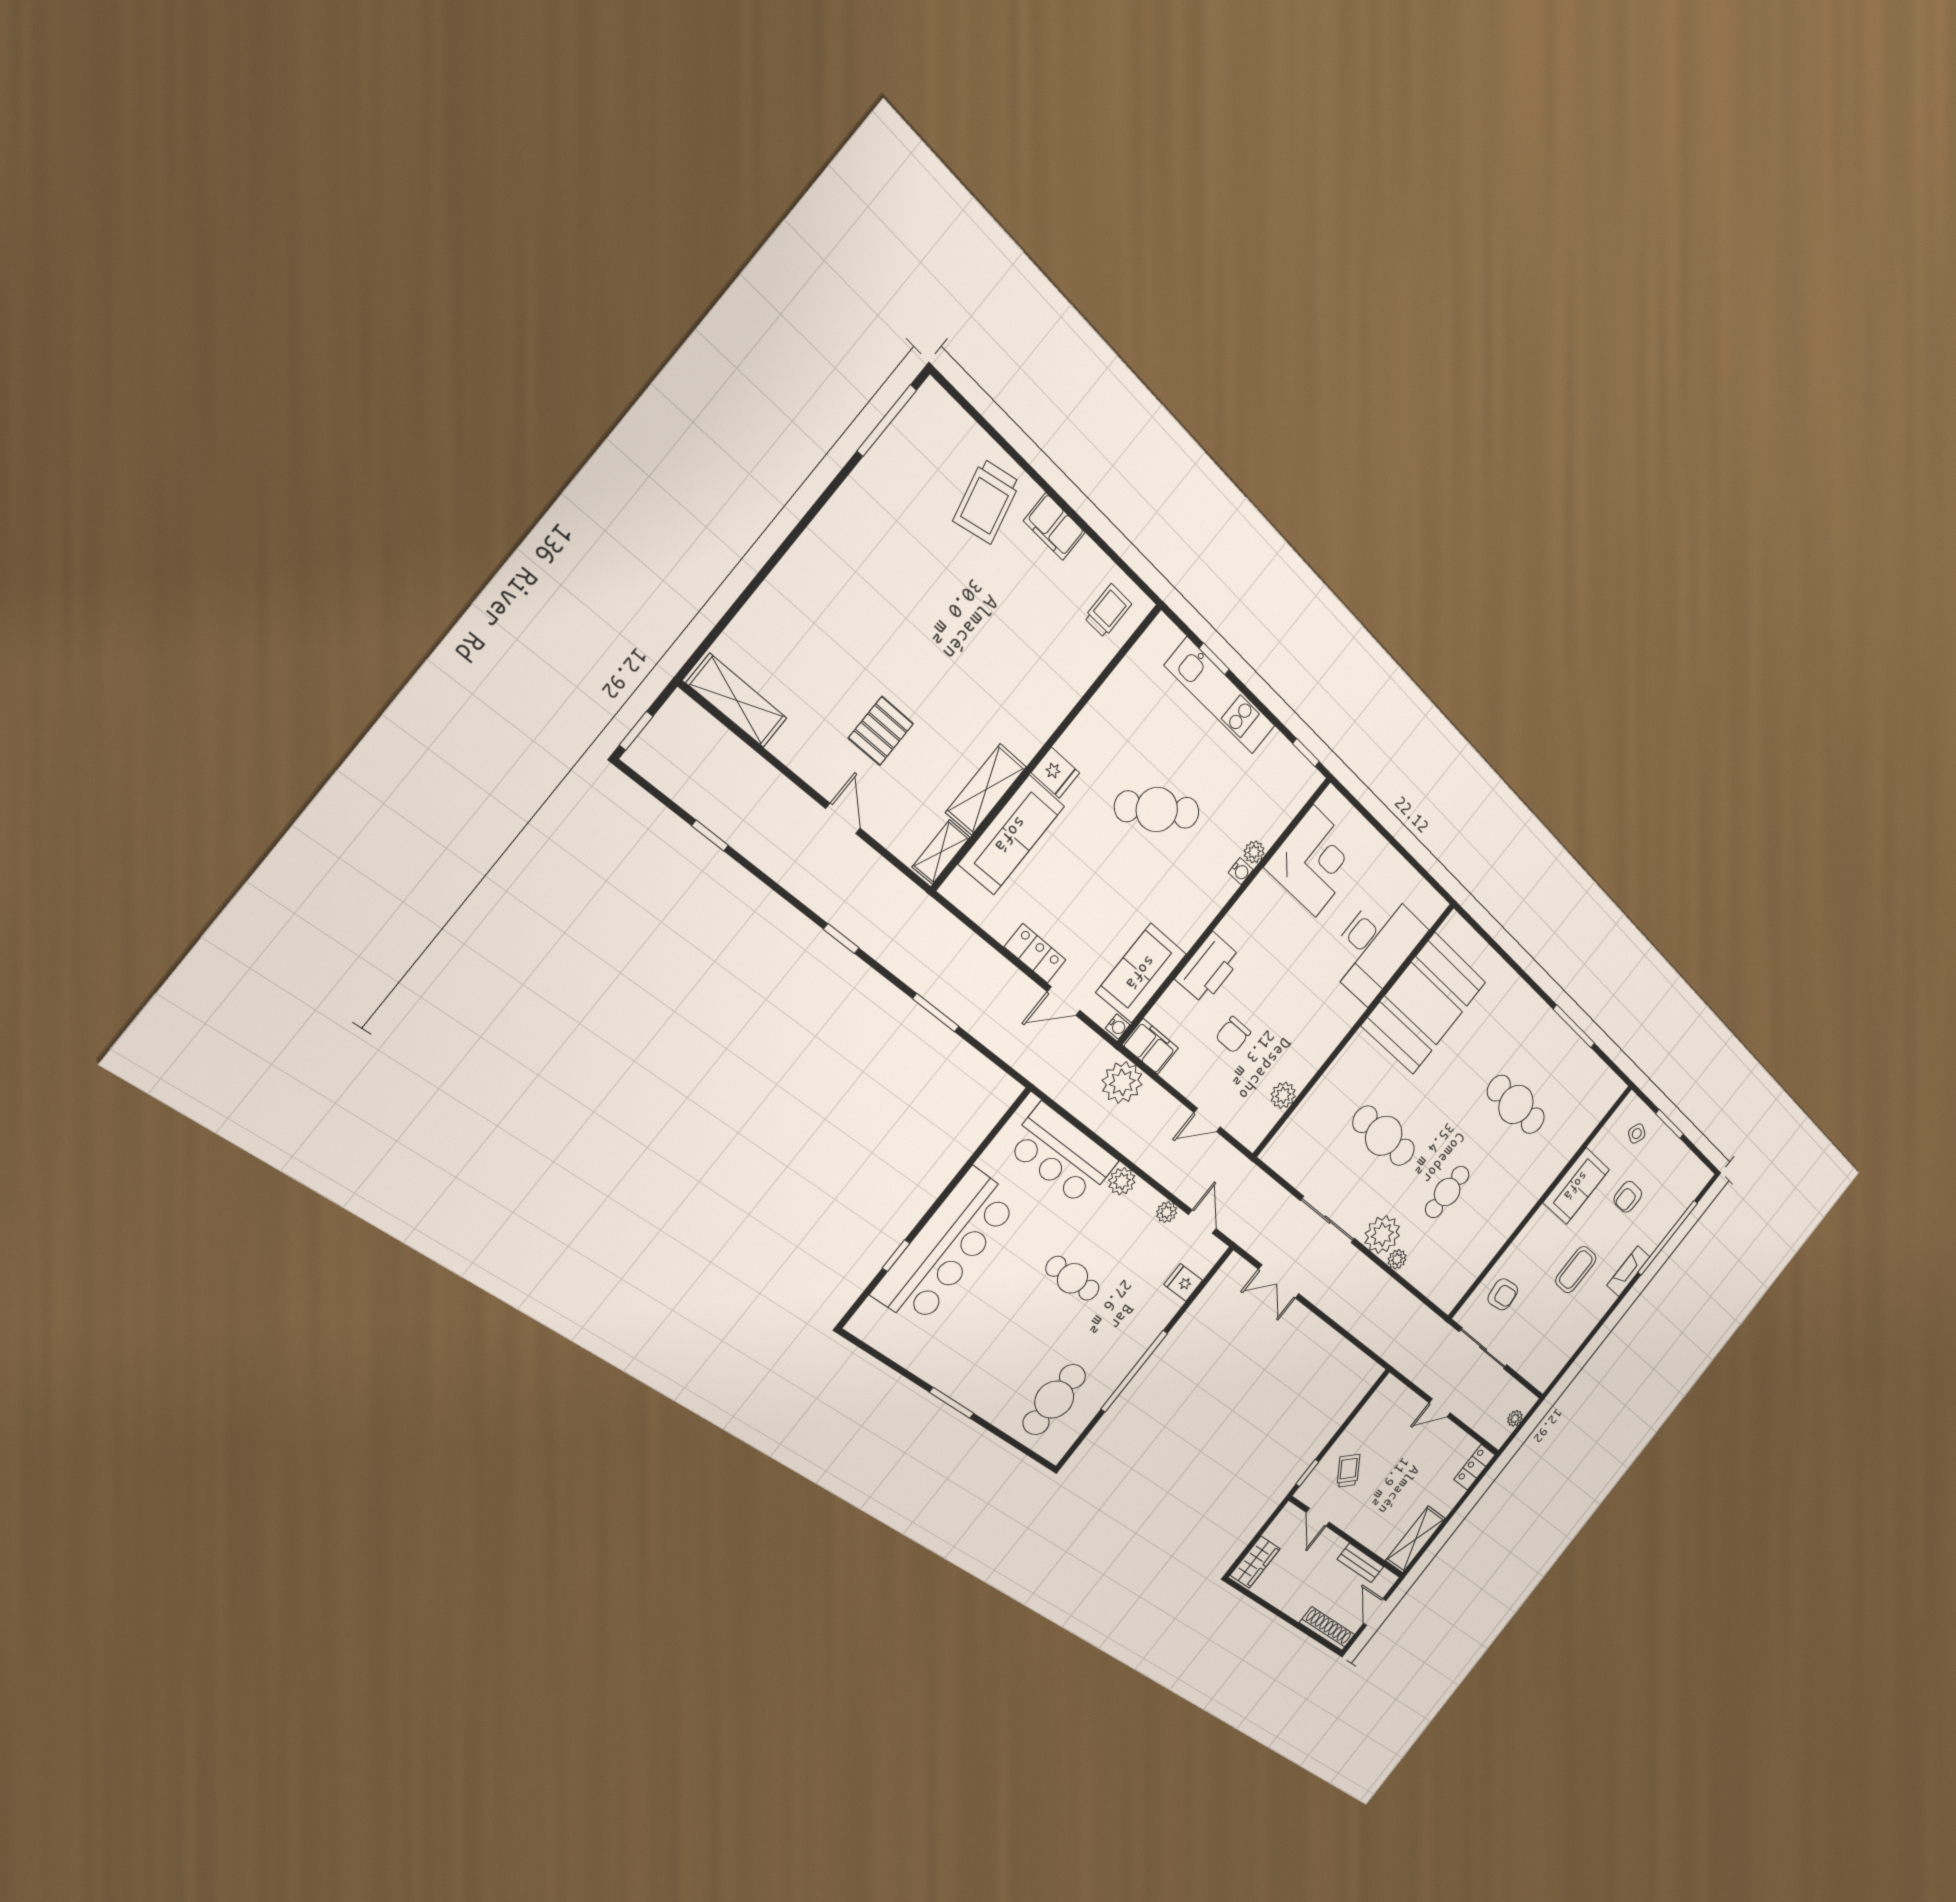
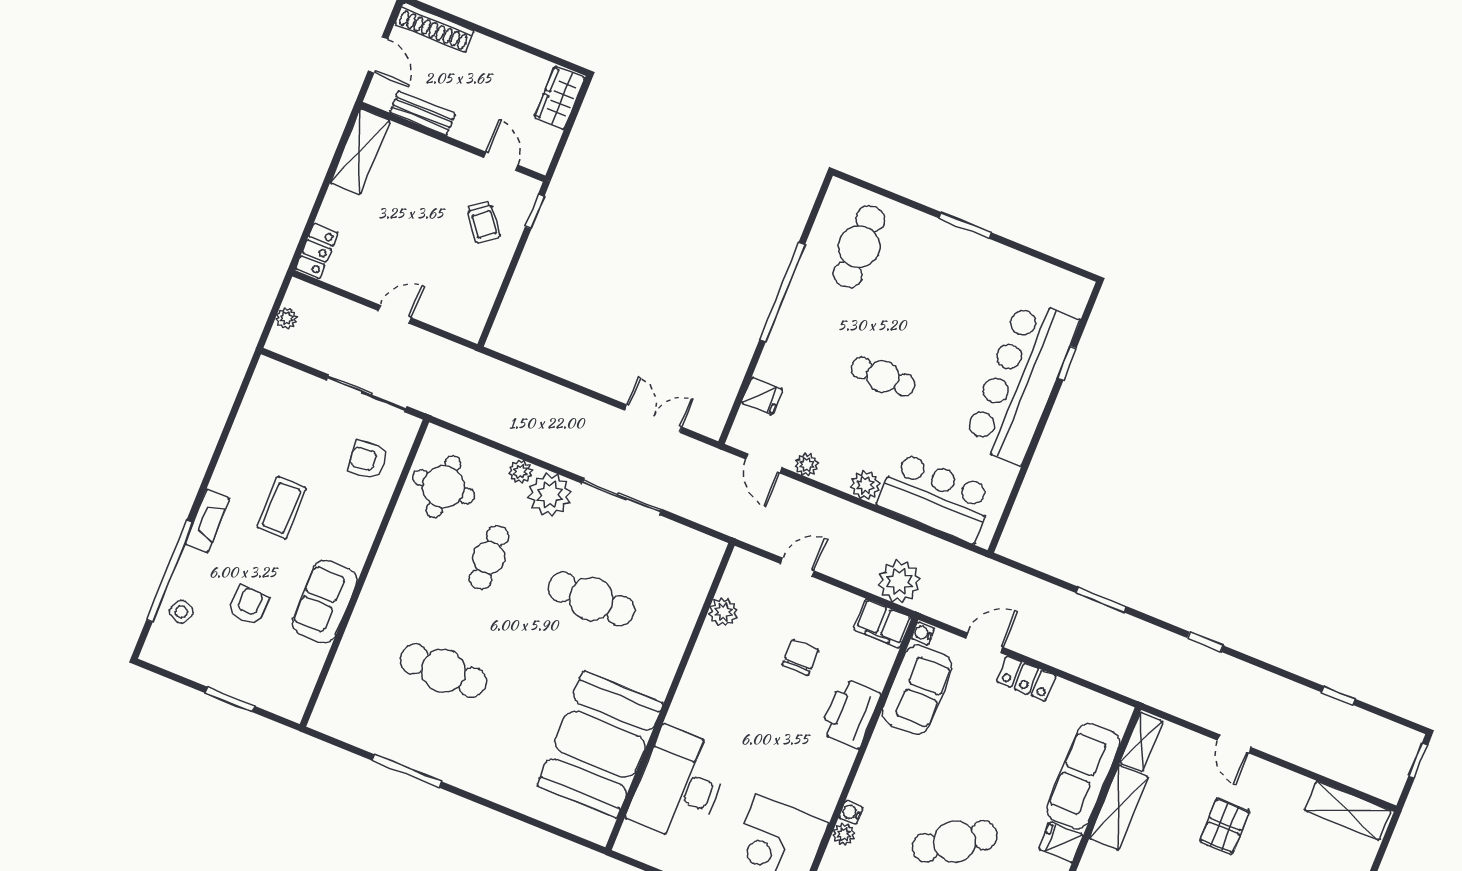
side table: (1637, 1134) -> (181, 612), moved
round table: (1458, 1260) -> (444, 487), added

